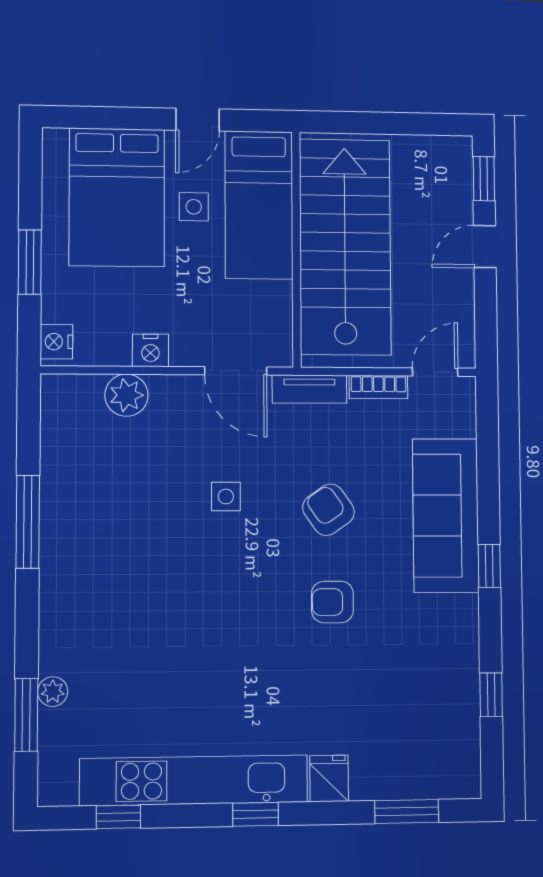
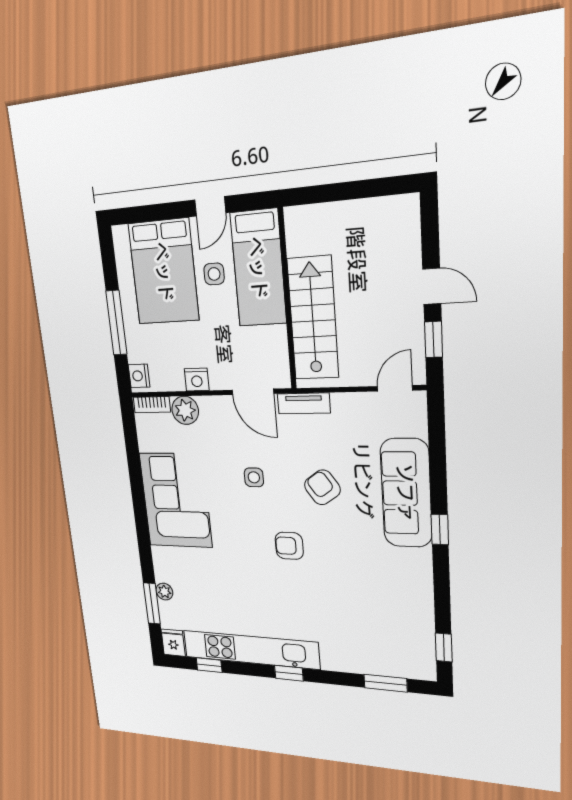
window: (484, 179) -> (434, 340), moved
stairs: (345, 247) -> (313, 318), width x0.73, depth x0.66
door: (485, 247) -> (432, 286), swing flipped
window: (30, 262) -> (116, 323), width x1.44
bookcase: (378, 387) -> (152, 405), moved
window: (28, 522) -> (138, 491), removed
corner sofa: (93, 535) -> (176, 500), added
armchair: (332, 602) -> (289, 546), moved
window: (491, 695) -> (444, 647), moved
fridge: (329, 778) -> (173, 643), moved

